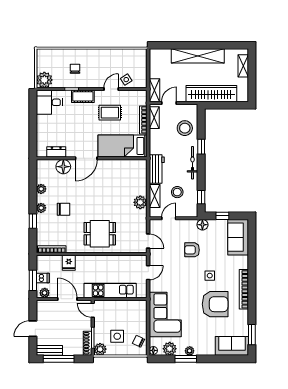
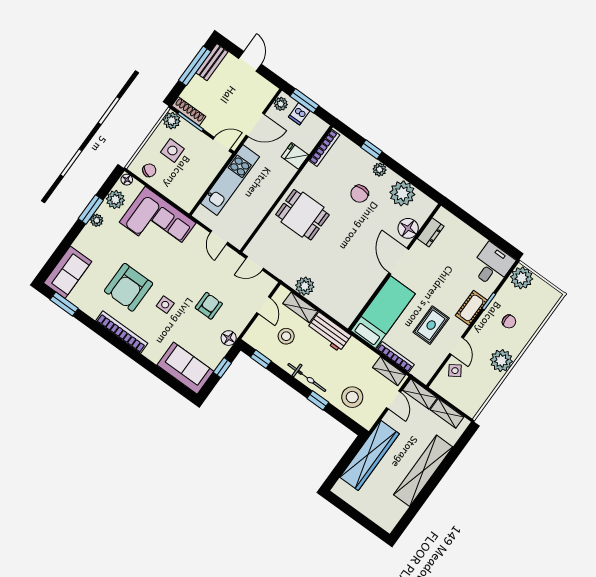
plant: (101, 57) -> (501, 361), added
shelving: (243, 66) -> (447, 413), moved
plant: (41, 189) -> (402, 193), width x1.88, depth x1.88
dining table: (100, 234) -> (302, 215), turned 90

